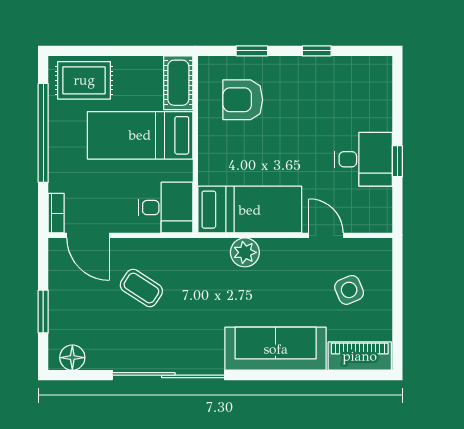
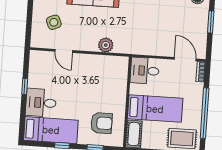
desk: (363, 159) -> (41, 103), moved
bed: (250, 210) -> (51, 130), moved, turned 180
coffee table: (141, 288) -> (160, 30), removed

